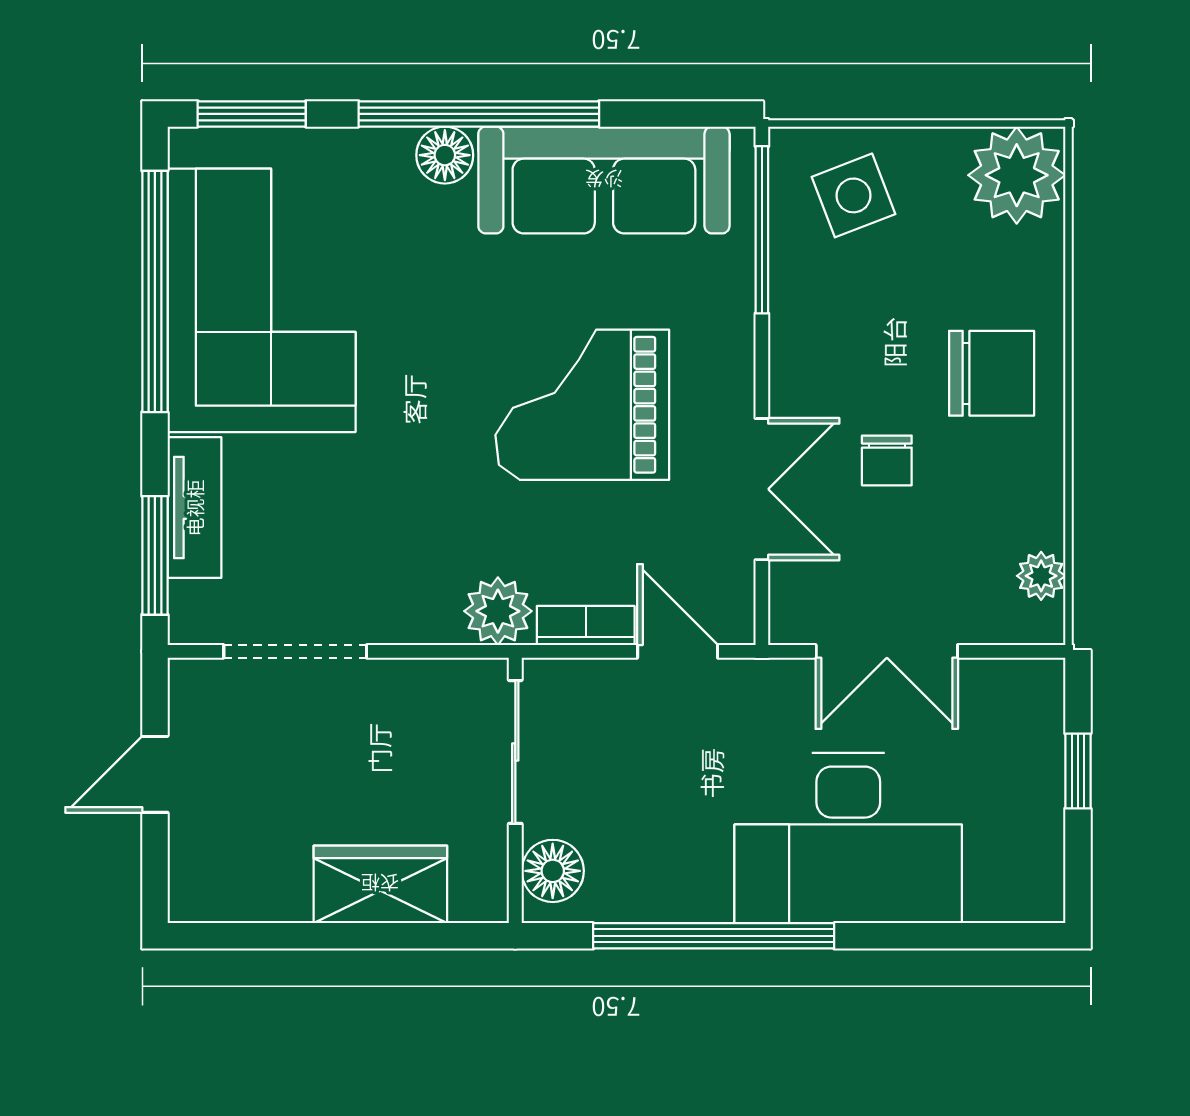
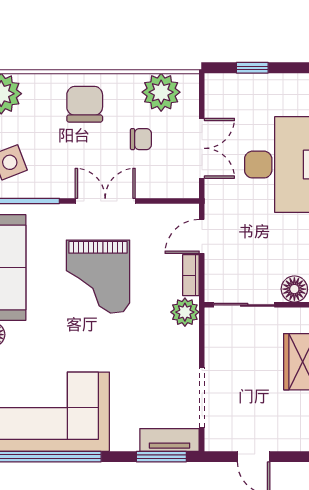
chair: (887, 460) -> (141, 139), moved
double door: (762, 489) -> (105, 201), moved
tv unit: (194, 508) -> (169, 440), moved
plant: (1041, 576) -> (161, 92), width x1.88, depth x1.88

